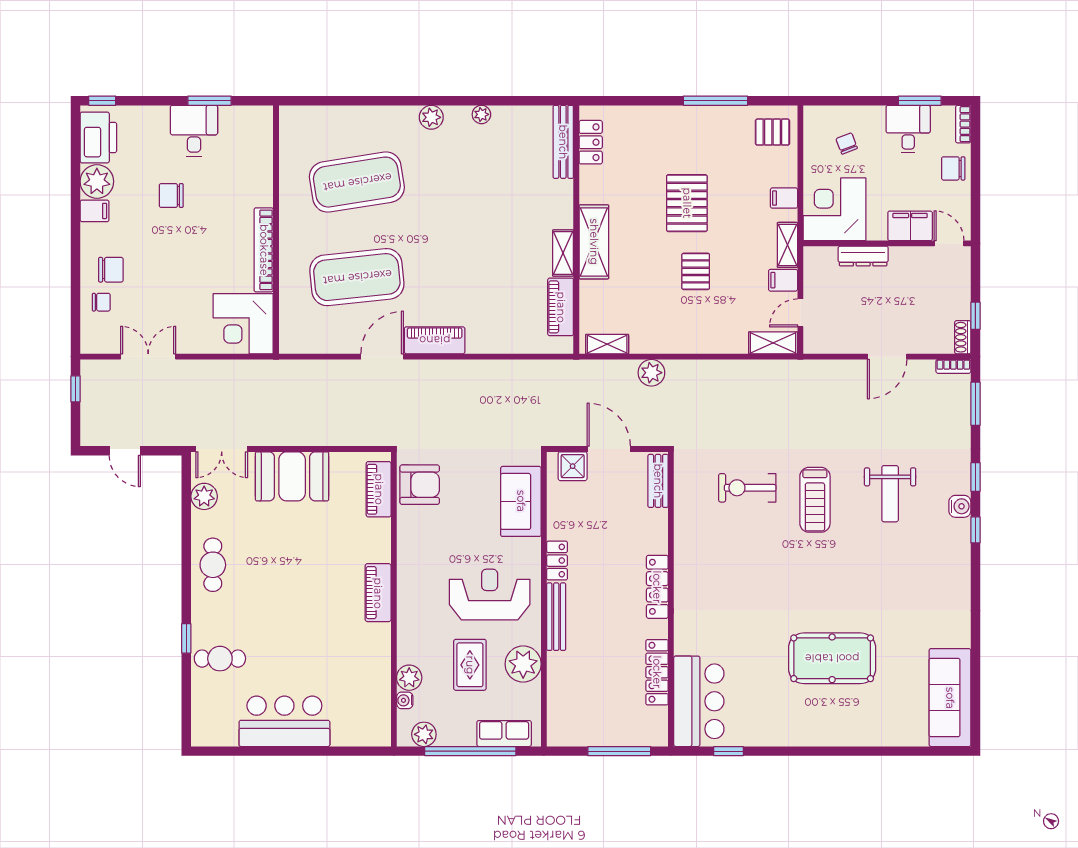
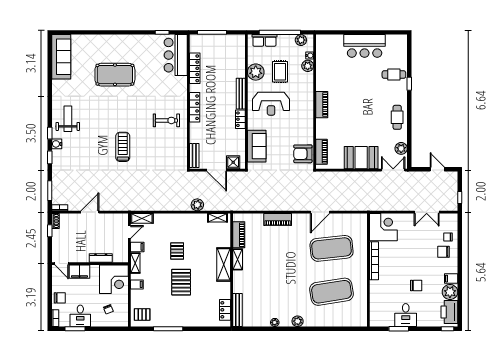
piano: (435, 340) -> (278, 220), moved
exercise bike: (747, 488) -> (166, 120), moved
weight bench: (890, 494) -> (68, 119), moved

